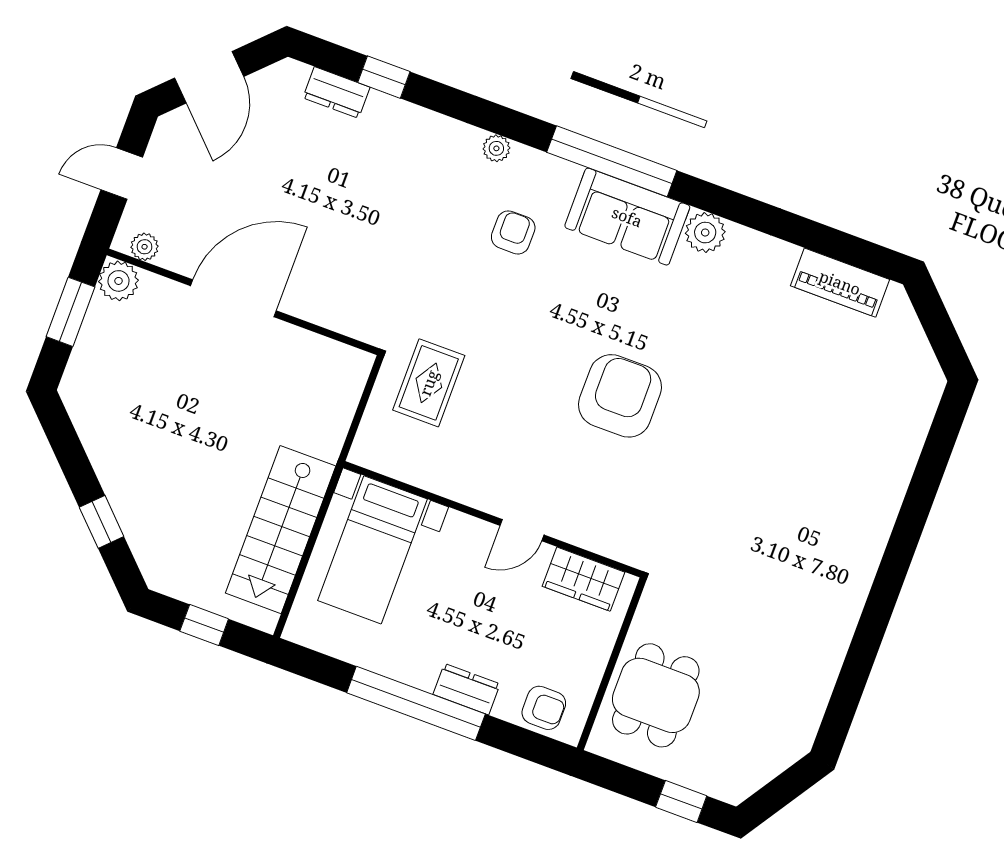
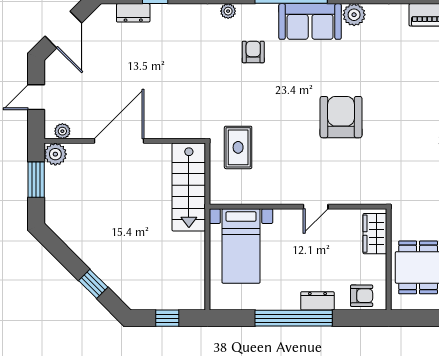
stairs: (281, 530) -> (189, 187), moved
wardrobe: (584, 579) -> (375, 234), moved, turned 90

